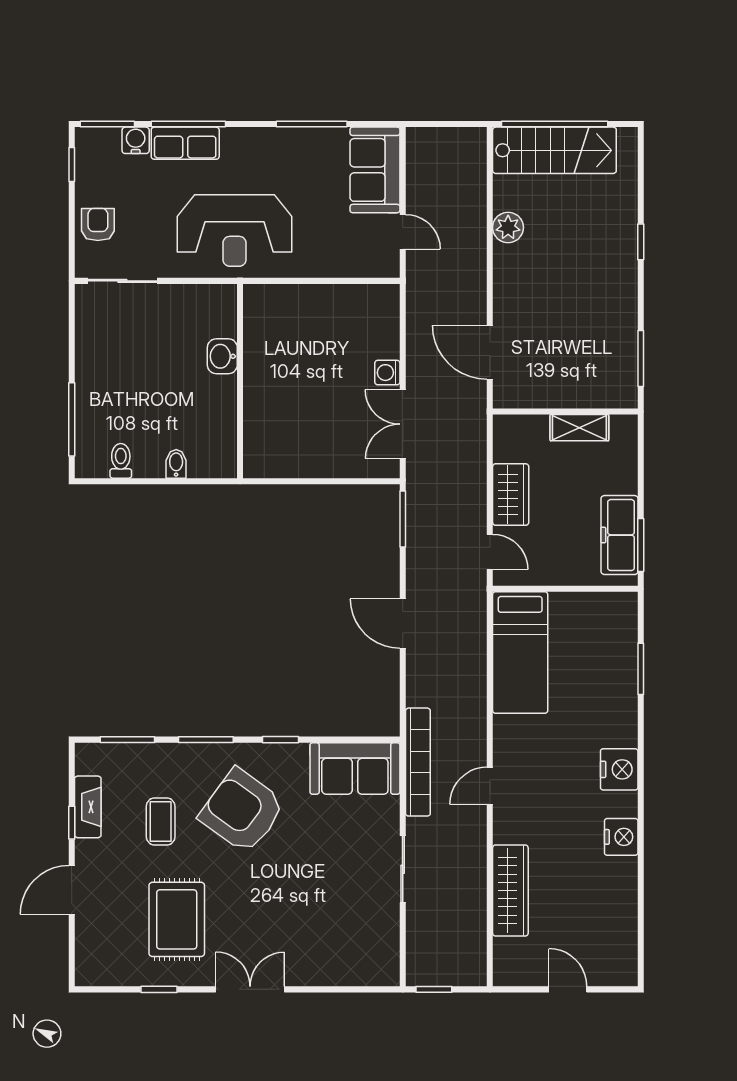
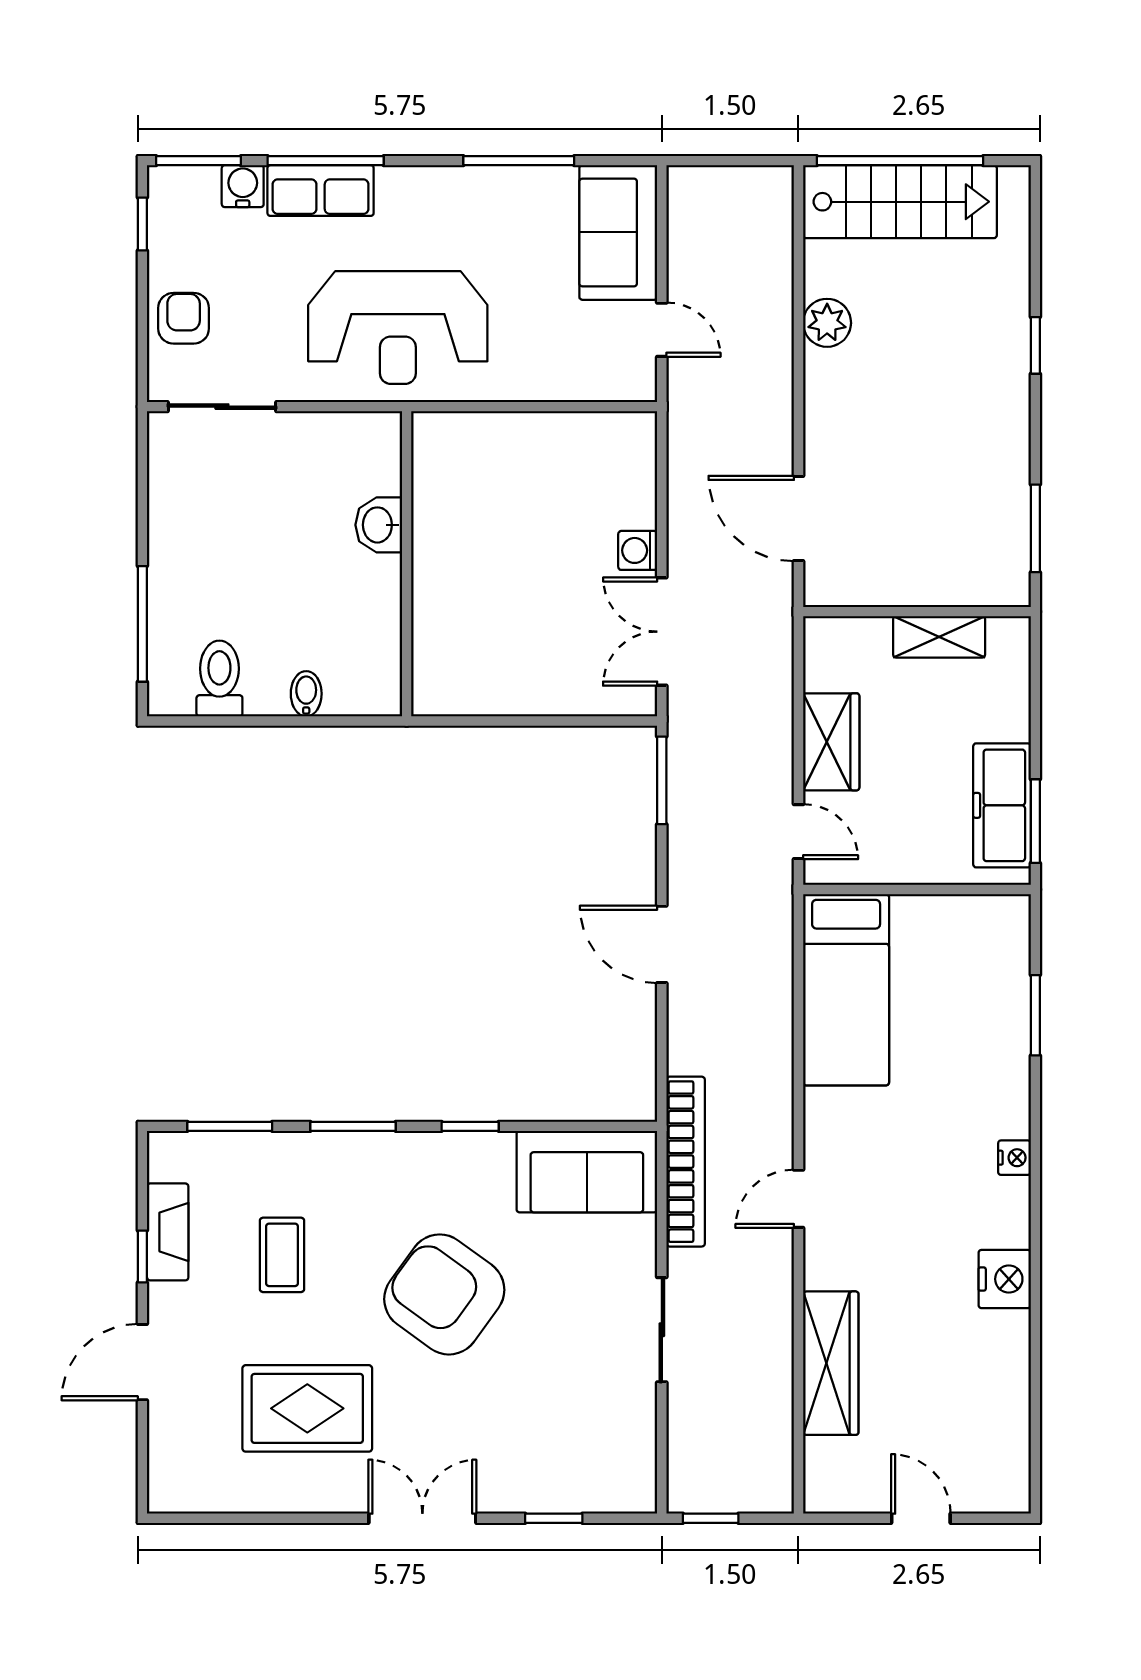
toilet: (121, 461) -> (219, 678), width x1.37, depth x1.39
nightstand: (619, 769) -> (1014, 1158), width x0.53, depth x0.56
armchair: (242, 811) -> (444, 1294), moved
rug: (177, 919) -> (307, 1408), turned 90
window: (159, 989) -> (554, 1518), moved

